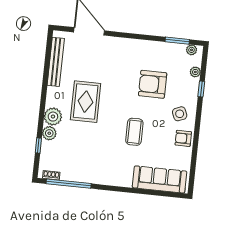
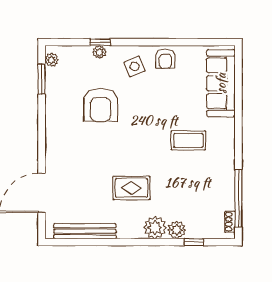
plant: (195, 72) -> (99, 52), moved
rug: (86, 102) -> (131, 188), width x0.73, depth x0.70
coffee table: (134, 132) -> (188, 140), moved

